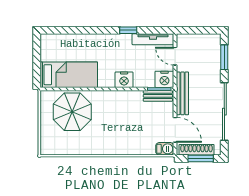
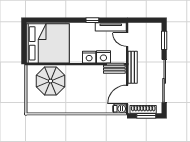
bed: (69, 75) -> (48, 43), width x2.04
nightstand: (164, 79) -> (103, 57), moved
door: (175, 130) -> (127, 95), swing flipped

